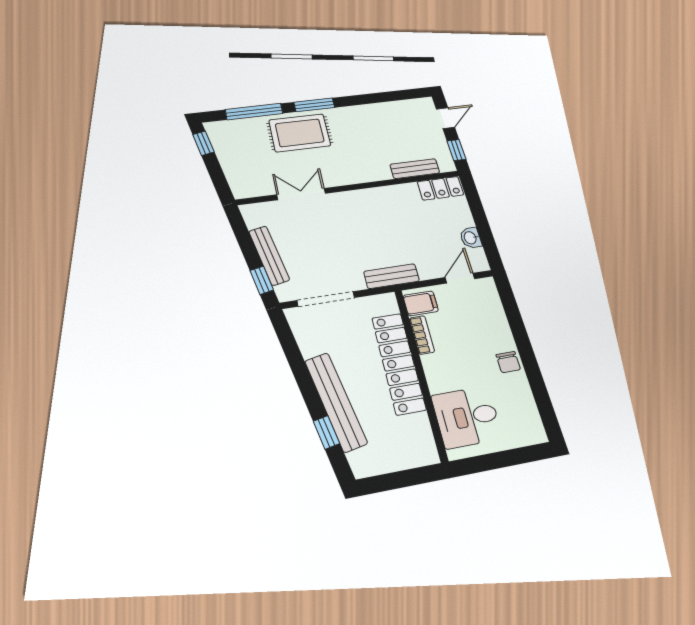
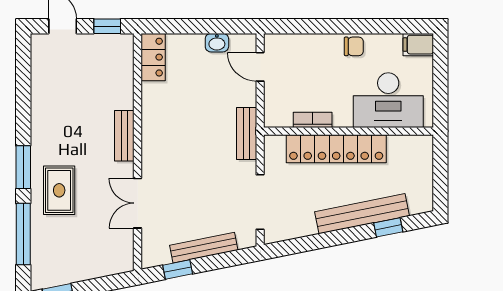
rug: (300, 133) -> (59, 190), width x0.73, depth x0.70
bench: (415, 169) -> (124, 136), moved
window: (262, 280) -> (178, 270), moved
filing cabinet: (421, 303) -> (418, 45), moved, turned -90
desk: (467, 417) -> (388, 100), width x1.37

